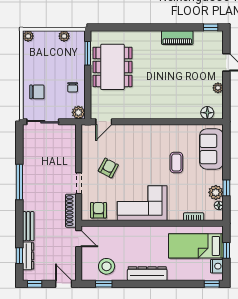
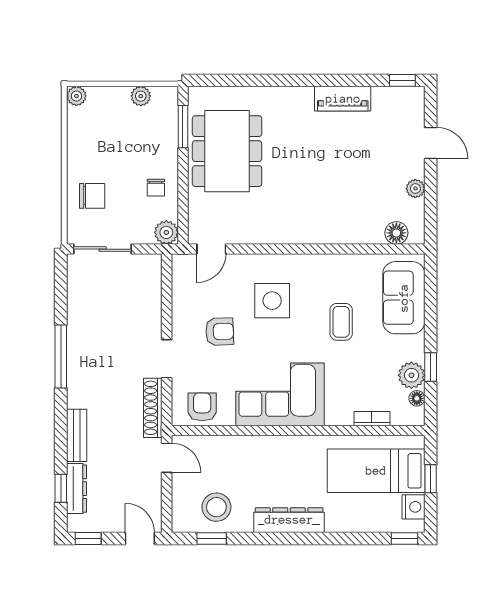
side table: (138, 151) -> (272, 301), added
armchair: (108, 168) -> (220, 332), turned 60

